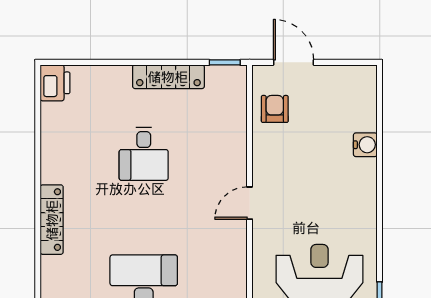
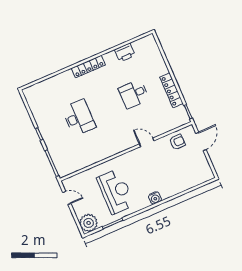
printer: (55, 83) -> (125, 53), moved
water cooler: (365, 145) -> (155, 198), moved
door: (250, 203) -> (147, 142), moved

